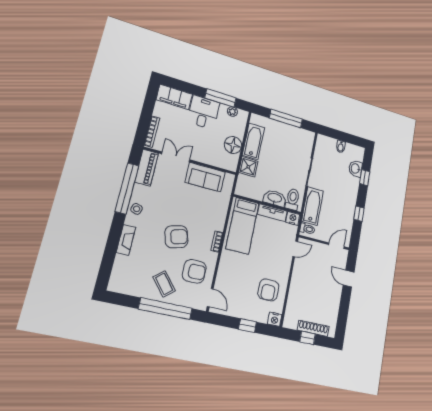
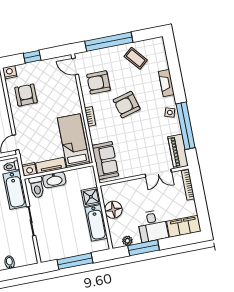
sofa: (205, 177) -> (105, 161), moved, turned 90
coffee table: (164, 284) -> (136, 58), moved

